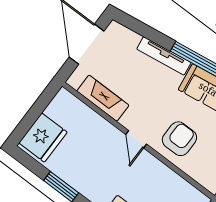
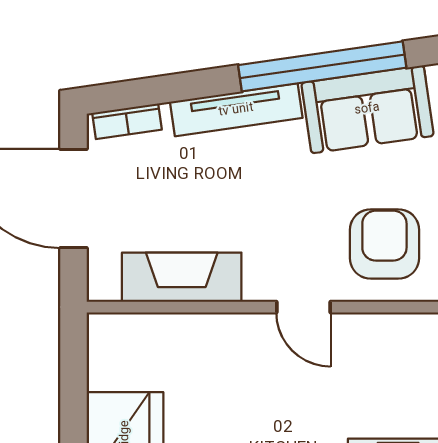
bookcase: (124, 32) -> (127, 121), added

